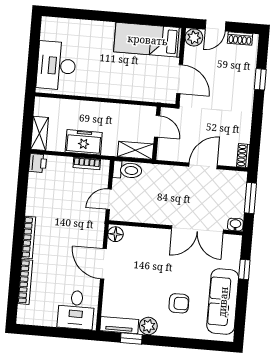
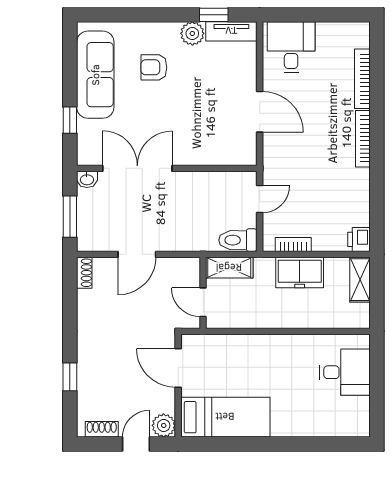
desk: (56, 66) -> (345, 372), width x0.73
floor lamp: (115, 234) -> (247, 153), removed

